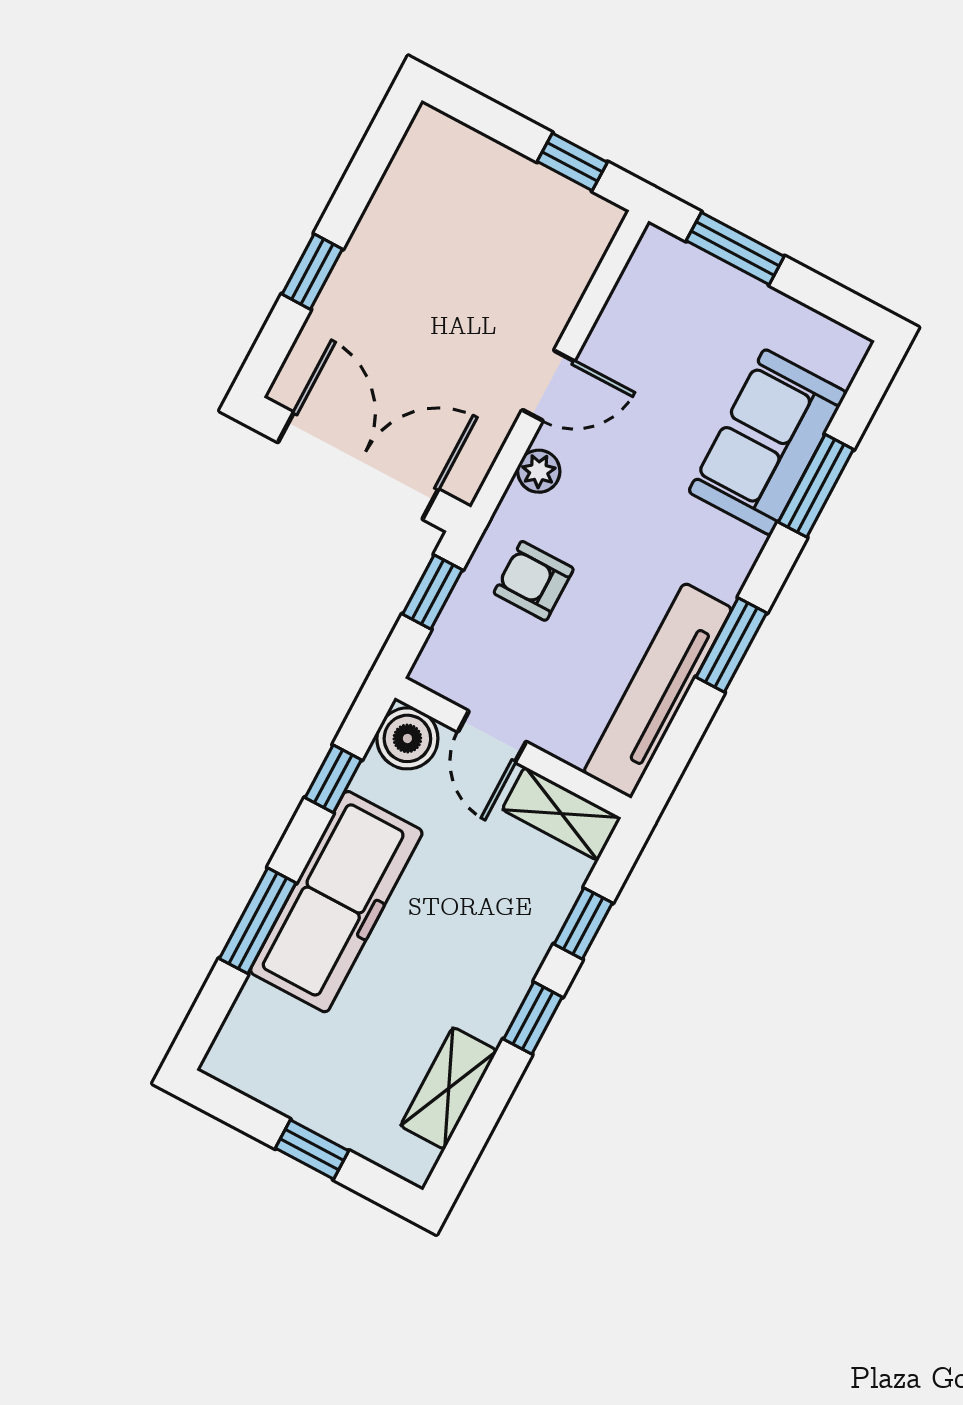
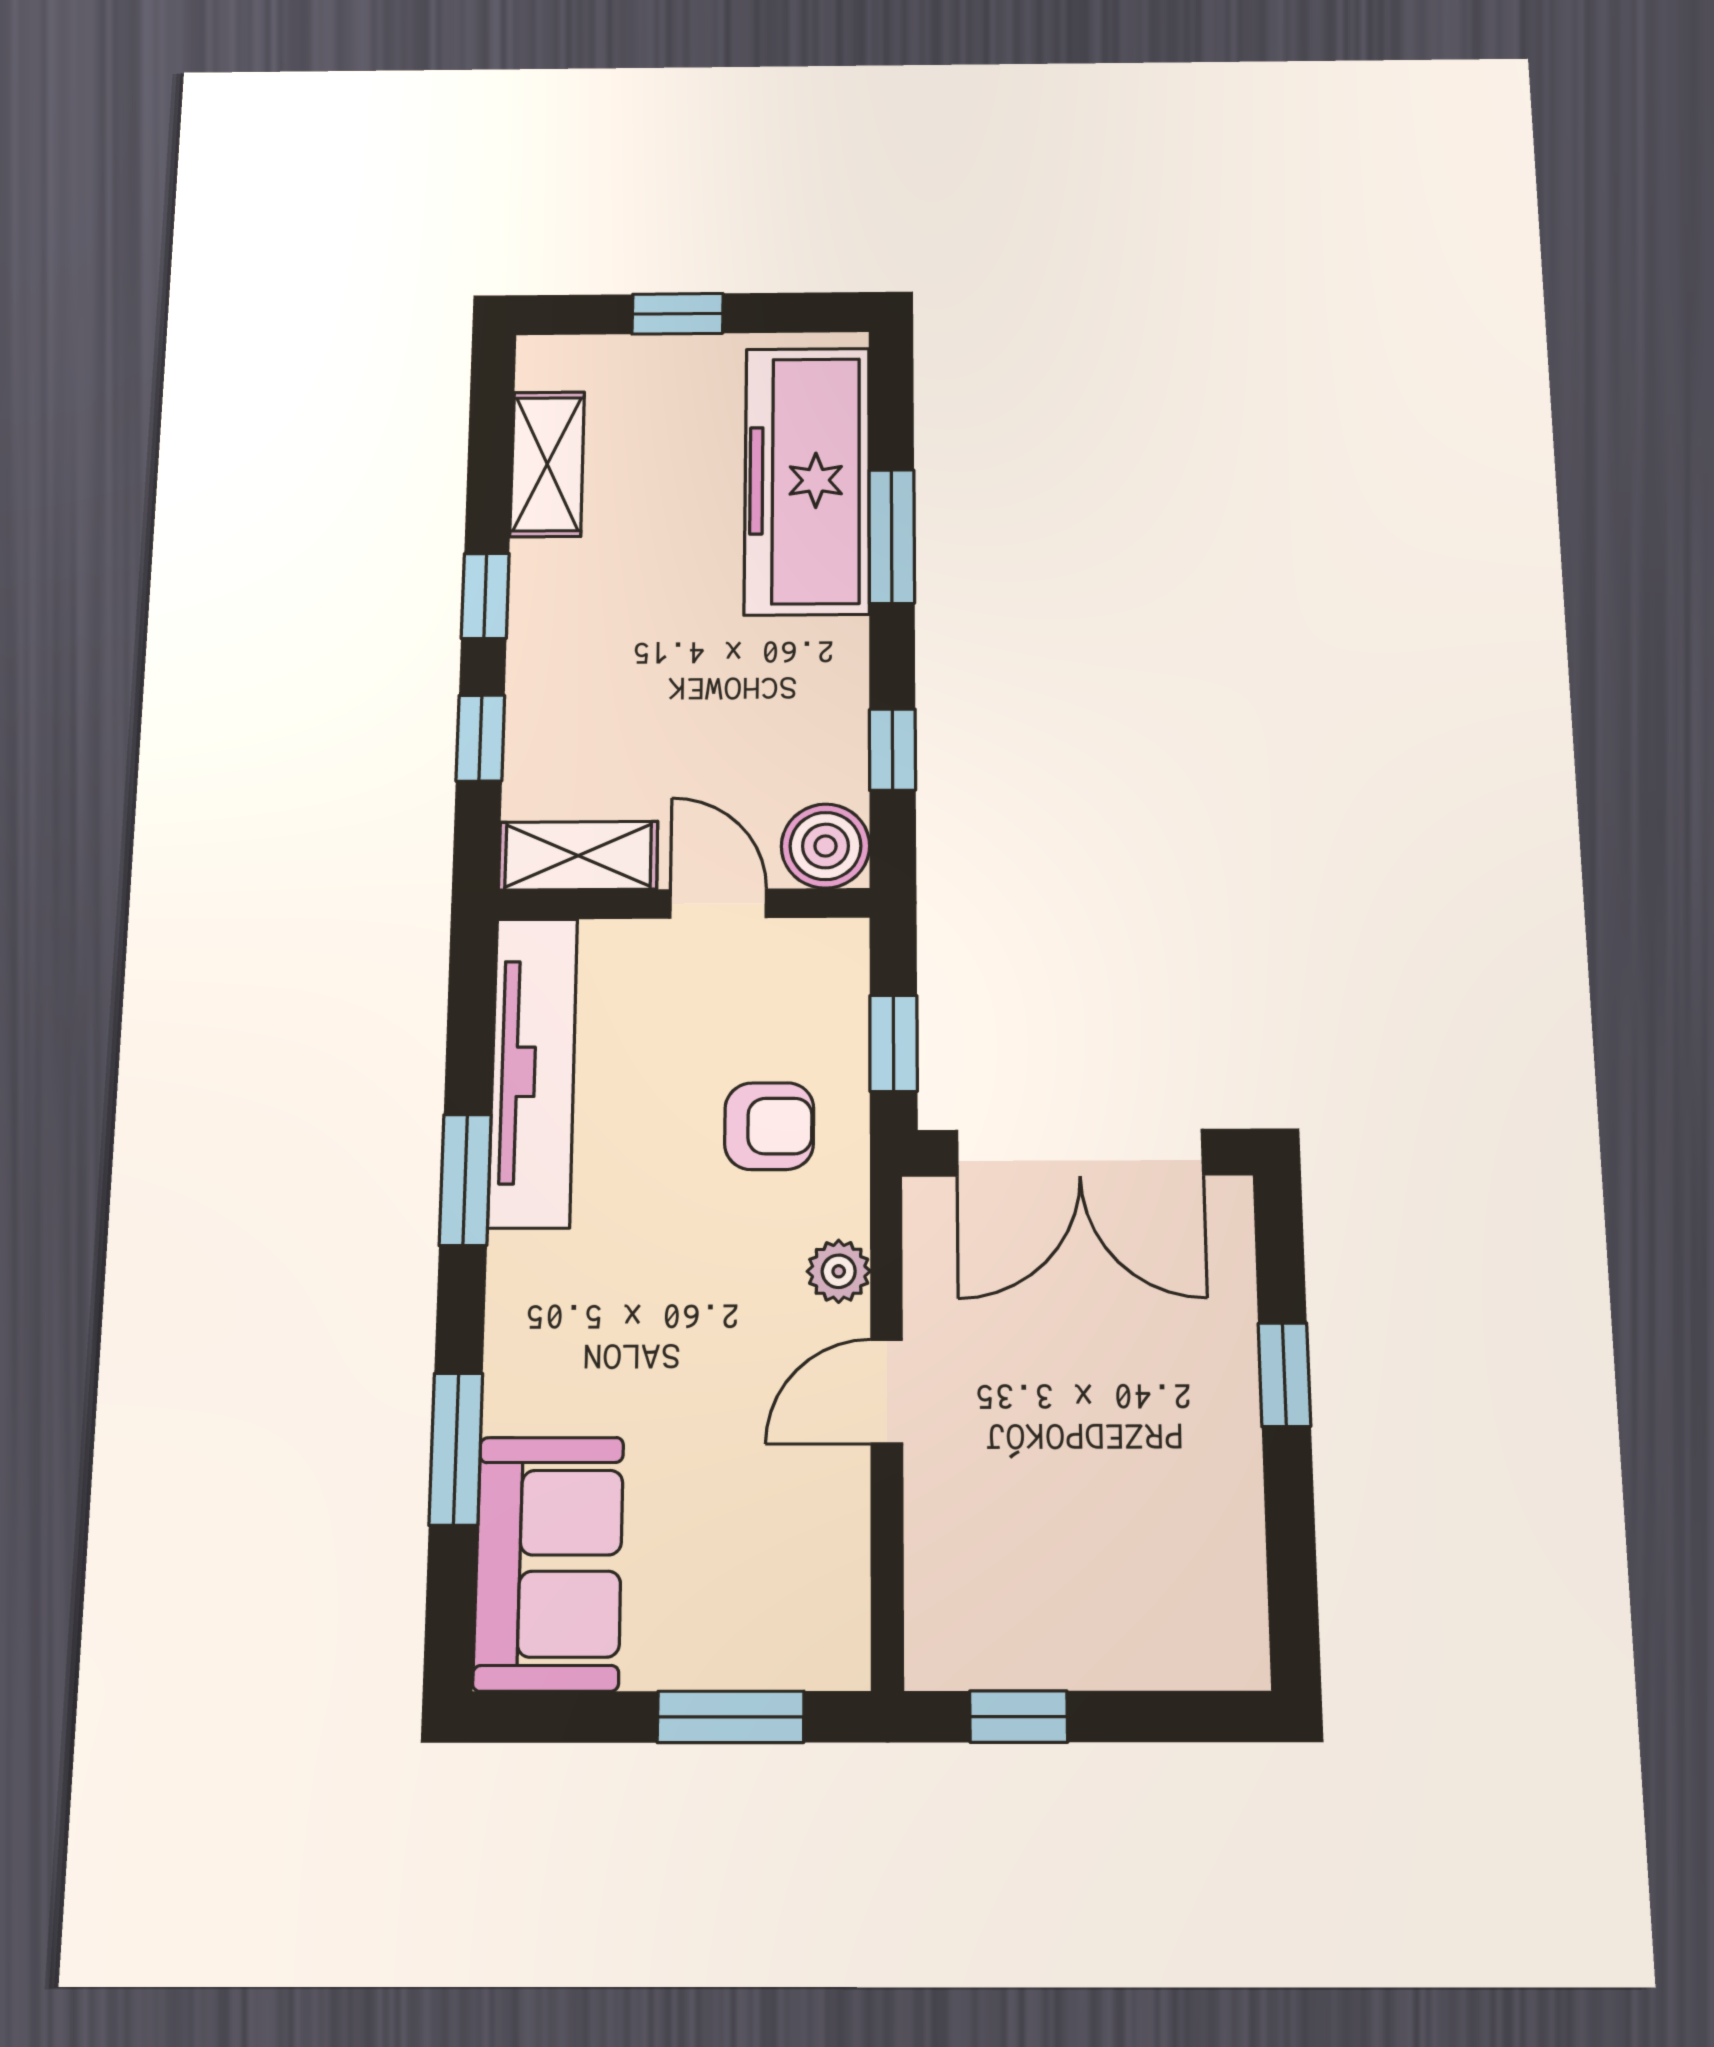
sofa: (768, 442) -> (549, 1563), moved
freezer: (336, 902) -> (807, 480), moved

